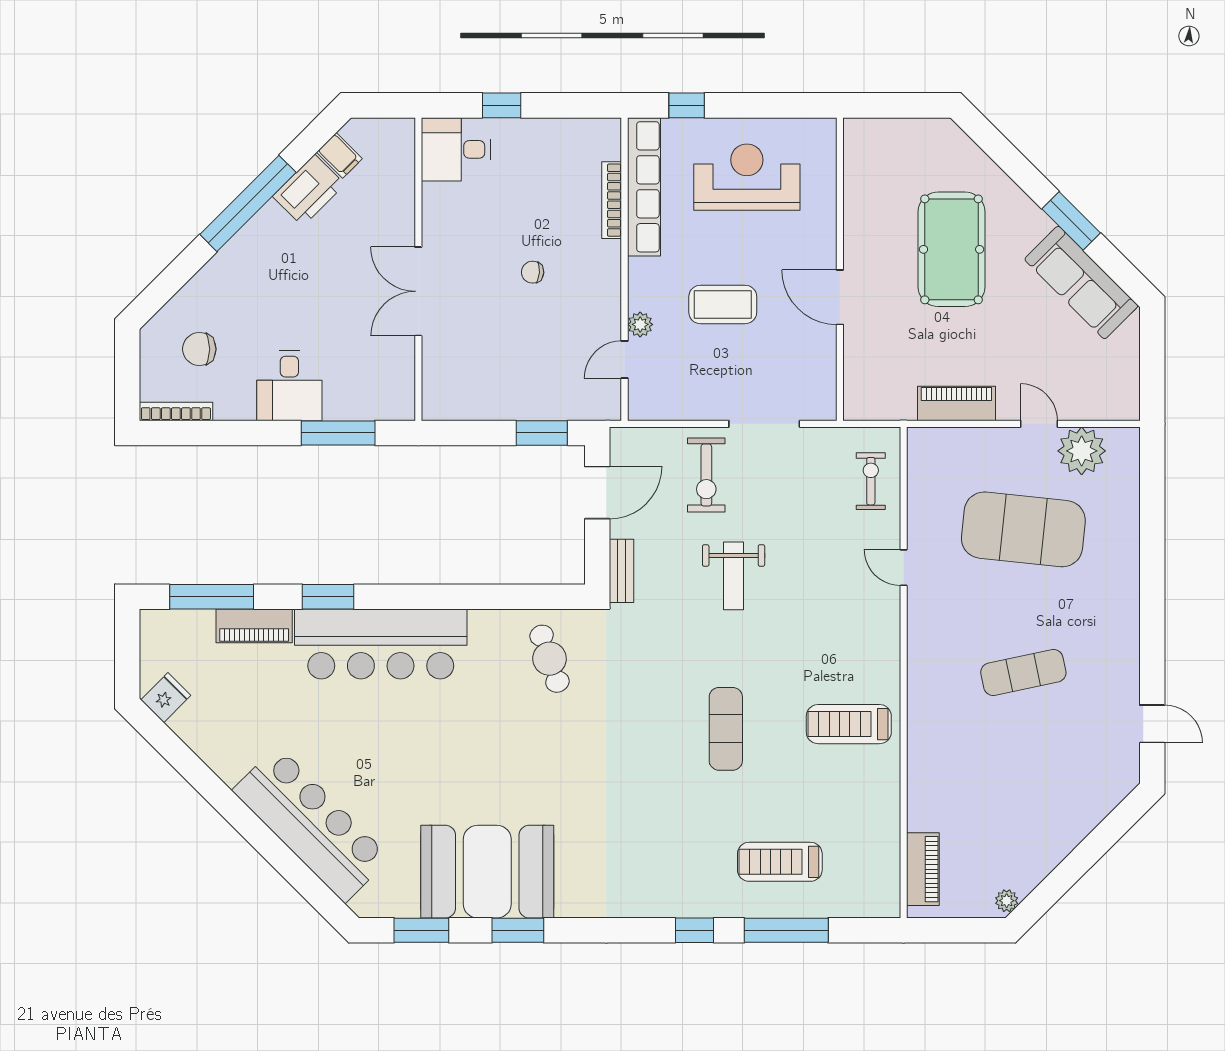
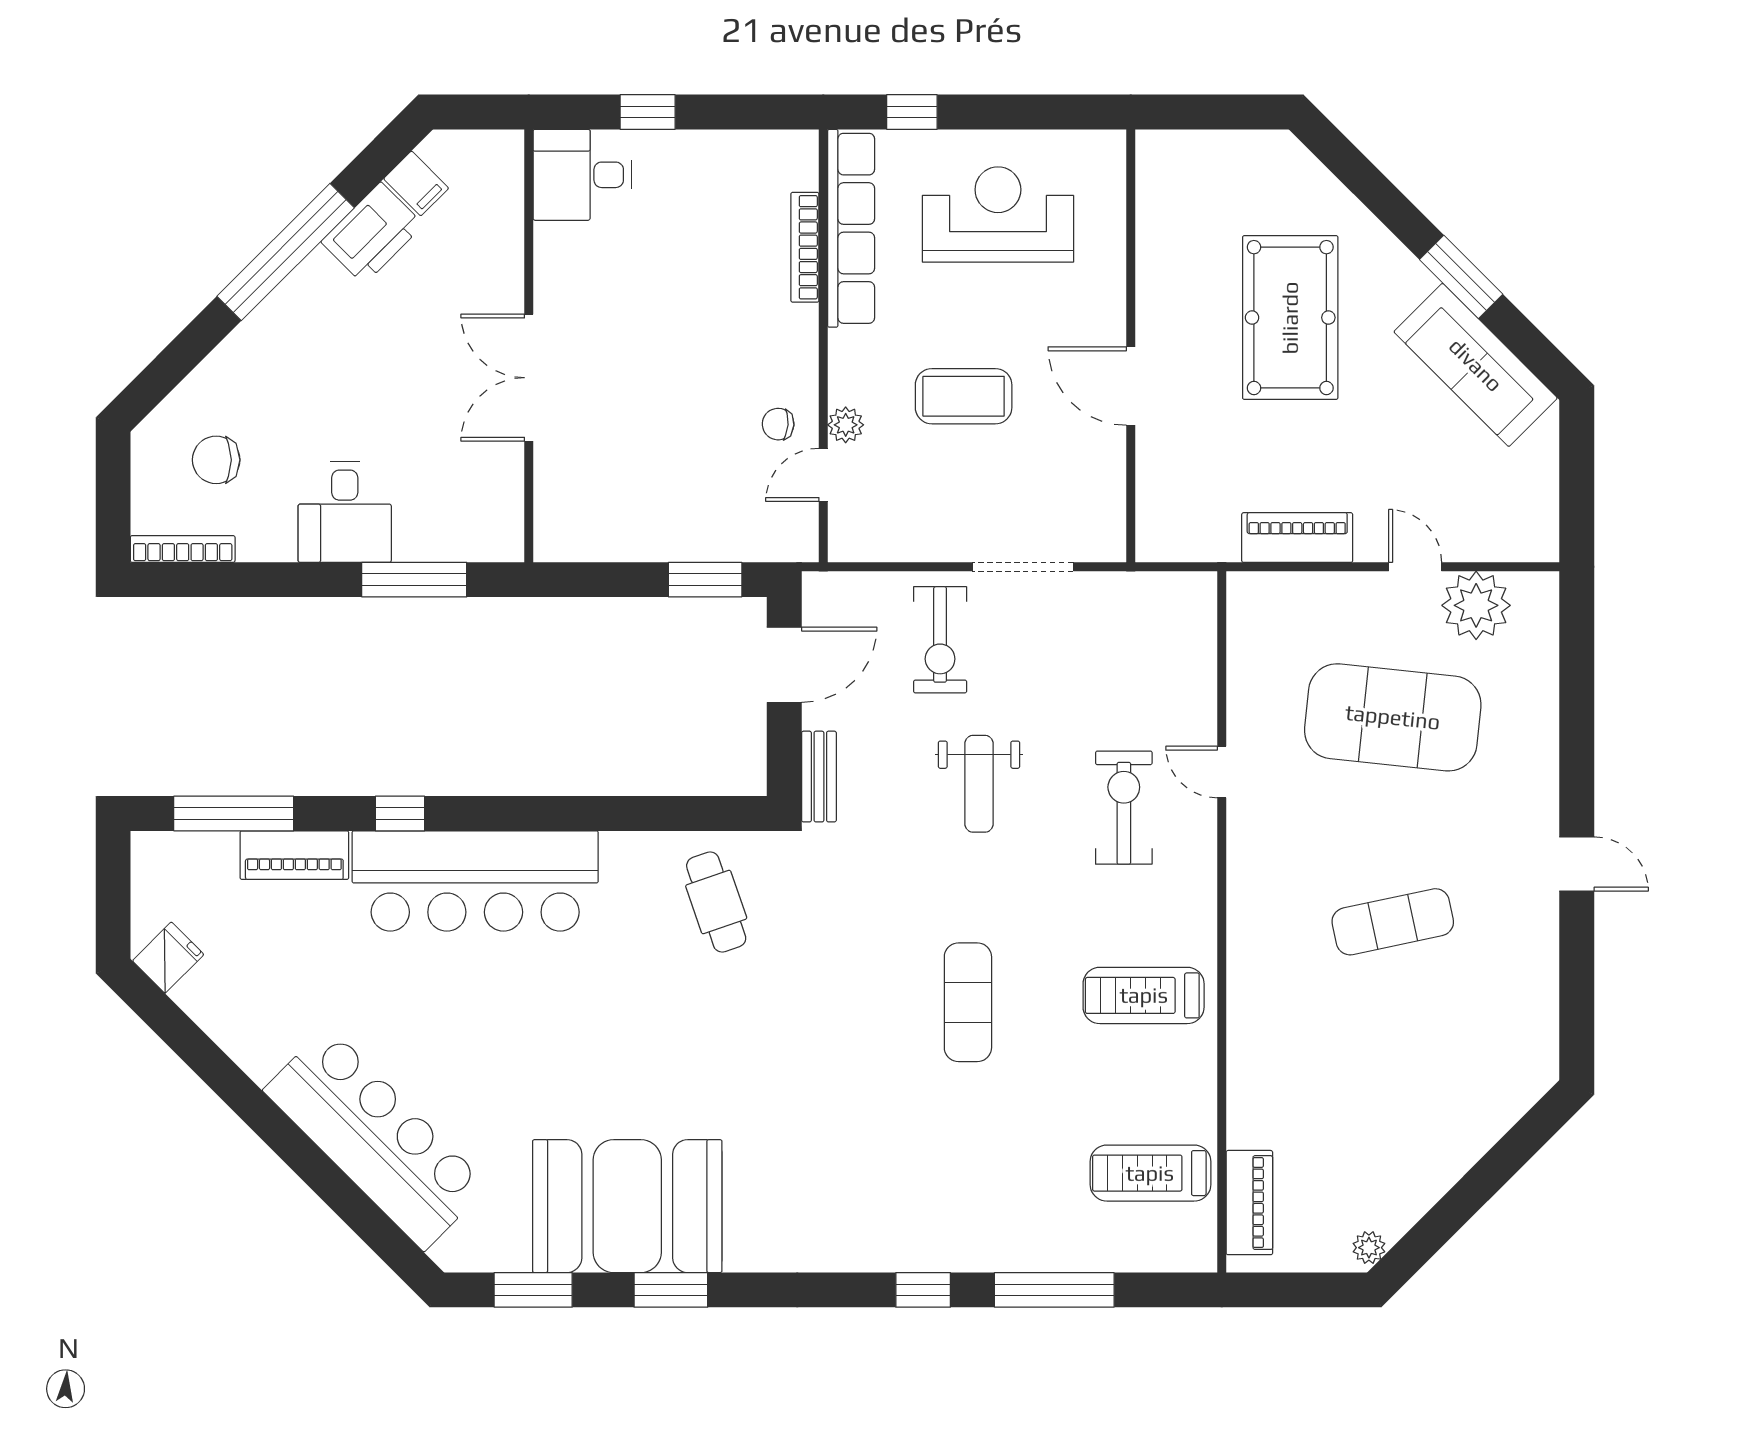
chair: (533, 272) -> (778, 424), moved
exercise bike: (871, 481) -> (1124, 808), moved, width x1.38, depth x1.39
window: (328, 597) -> (400, 814), width x0.67
door: (1152, 724) -> (1577, 864), moved
treadmill: (780, 862) -> (1150, 1173), moved

